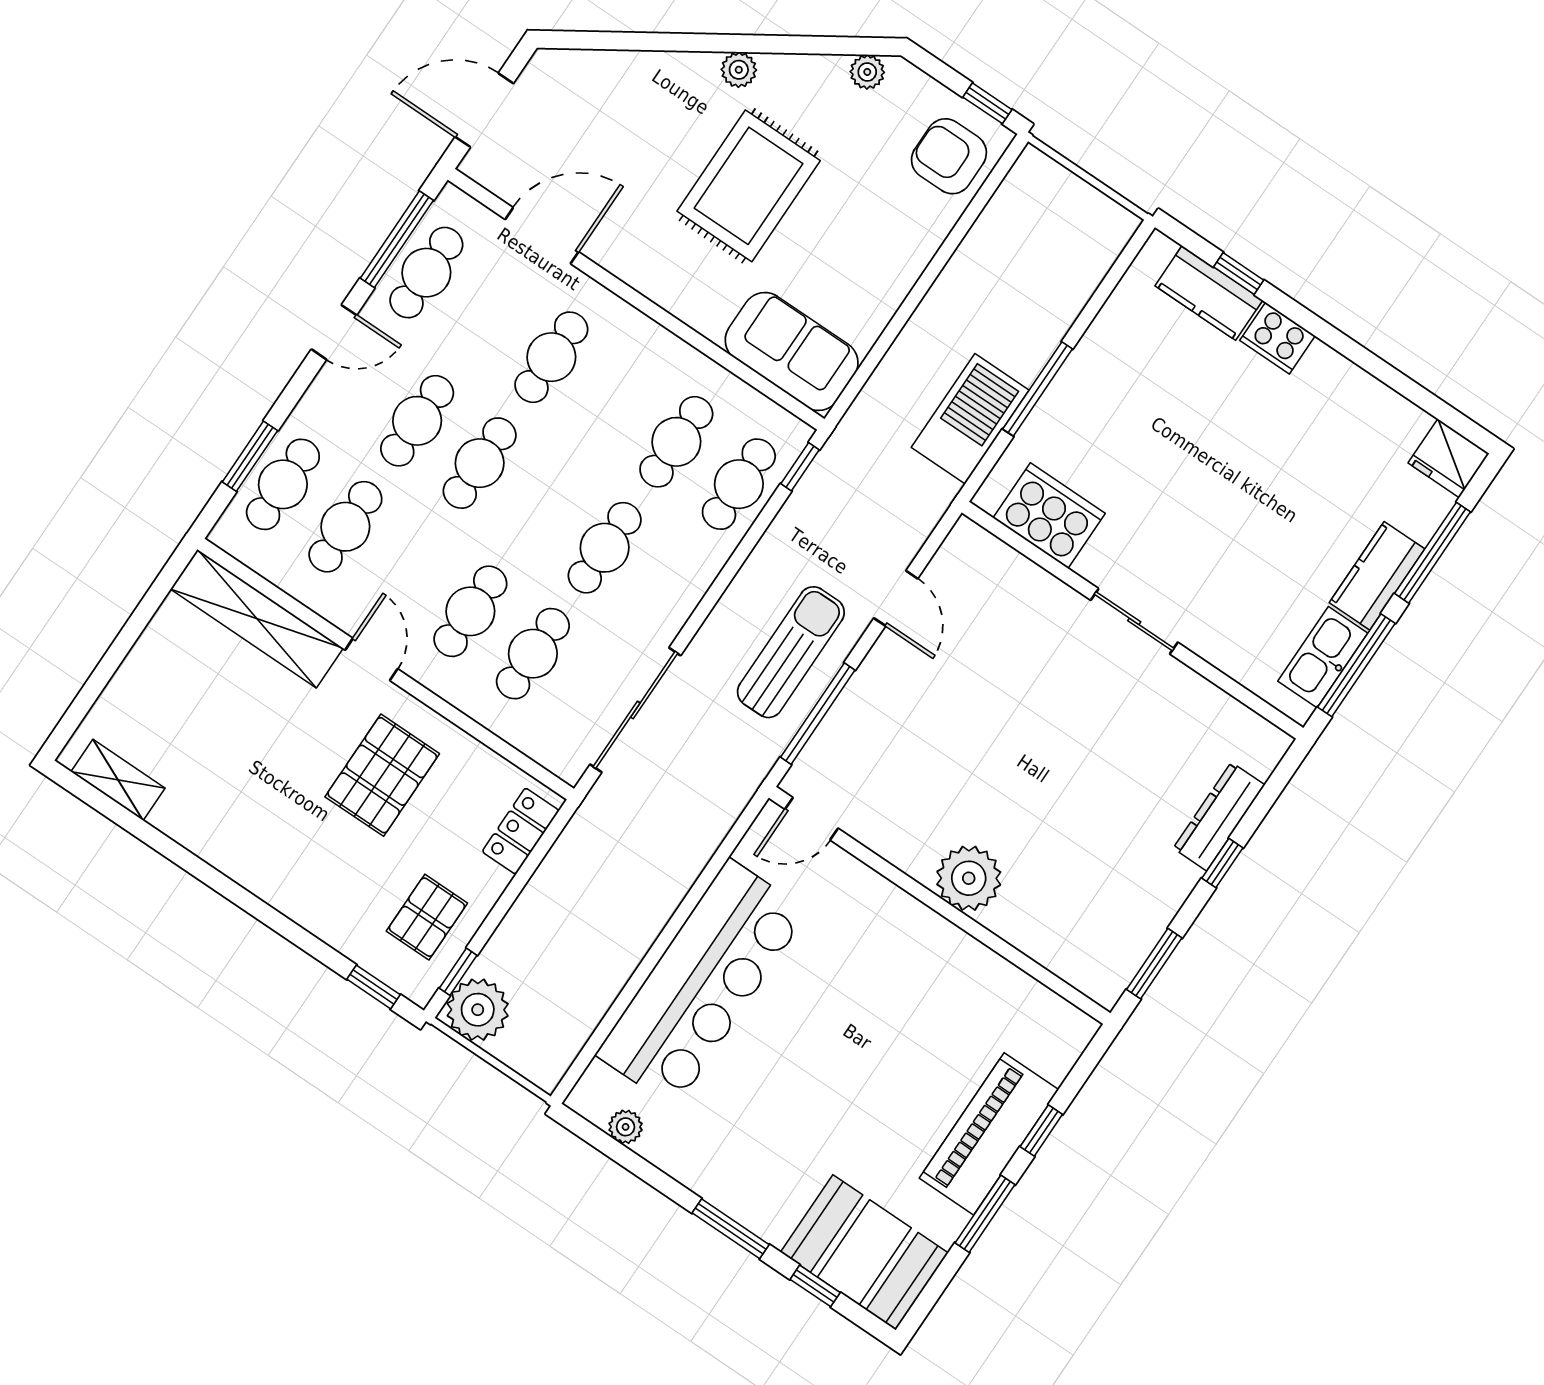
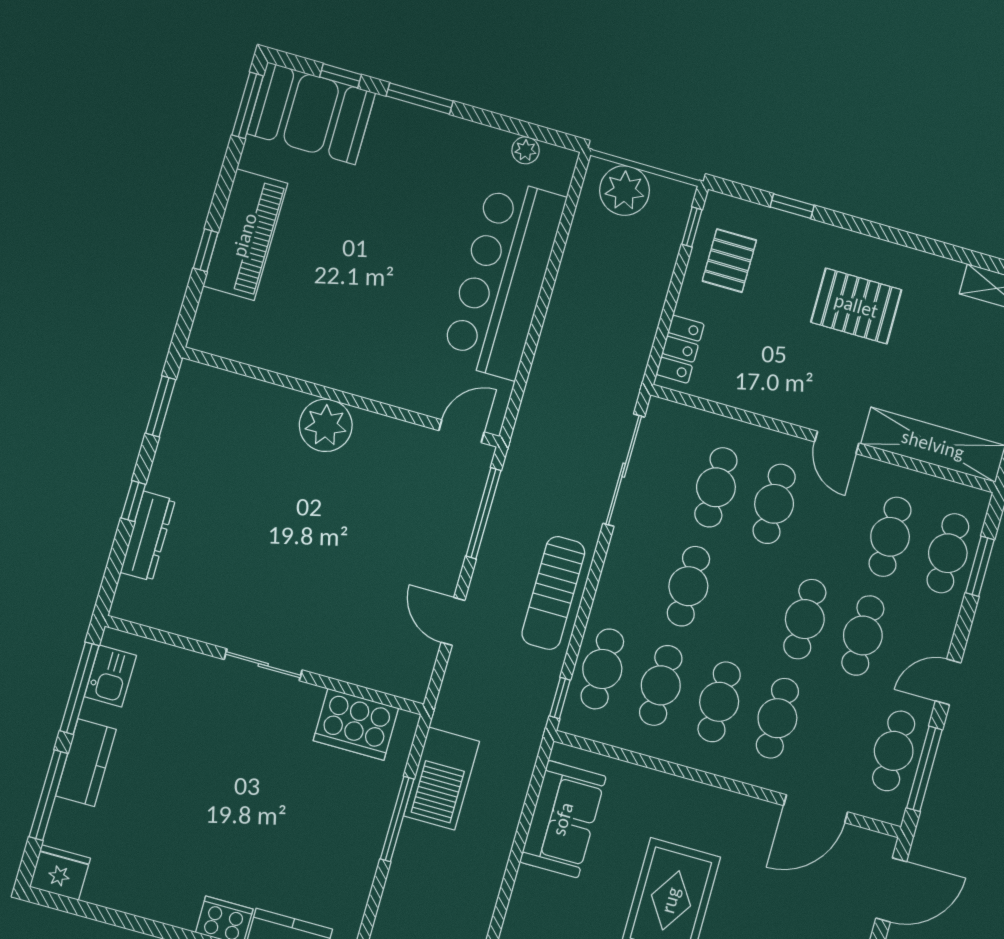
sofa: (792, 352) -> (563, 819), moved, turned -90
cafe table: (614, 399) -> (719, 702), added
sun lounger: (791, 652) -> (553, 593), moved
kitchen sink: (1323, 657) -> (110, 676), width x0.73
pallet: (382, 775) -> (856, 306), moved, turned 90
window: (373, 987) -> (792, 206), moved
plant: (478, 1010) -> (625, 191), moved
window: (985, 1214) -> (248, 105), moved

